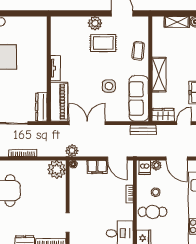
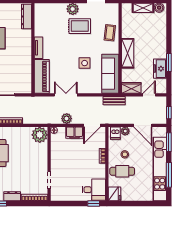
dresser: (41, 107) -> (26, 16), moved
double door: (87, 123) -> (66, 95), width x0.73
plant: (72, 151) -> (67, 119), moved
door: (117, 158) -> (92, 125), hinge flipped

